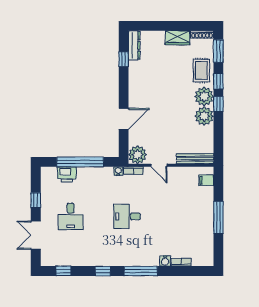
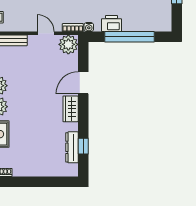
wardrobe: (178, 38) -> (71, 109), moved, turned -90
dresser: (134, 45) -> (72, 147), moved
printer: (67, 174) -> (112, 24), moved

